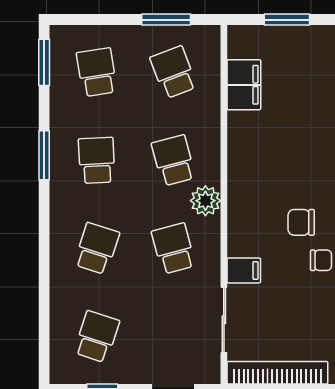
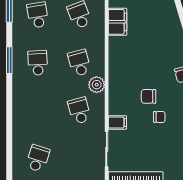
school desk: (97, 249) -> (38, 111), removed

